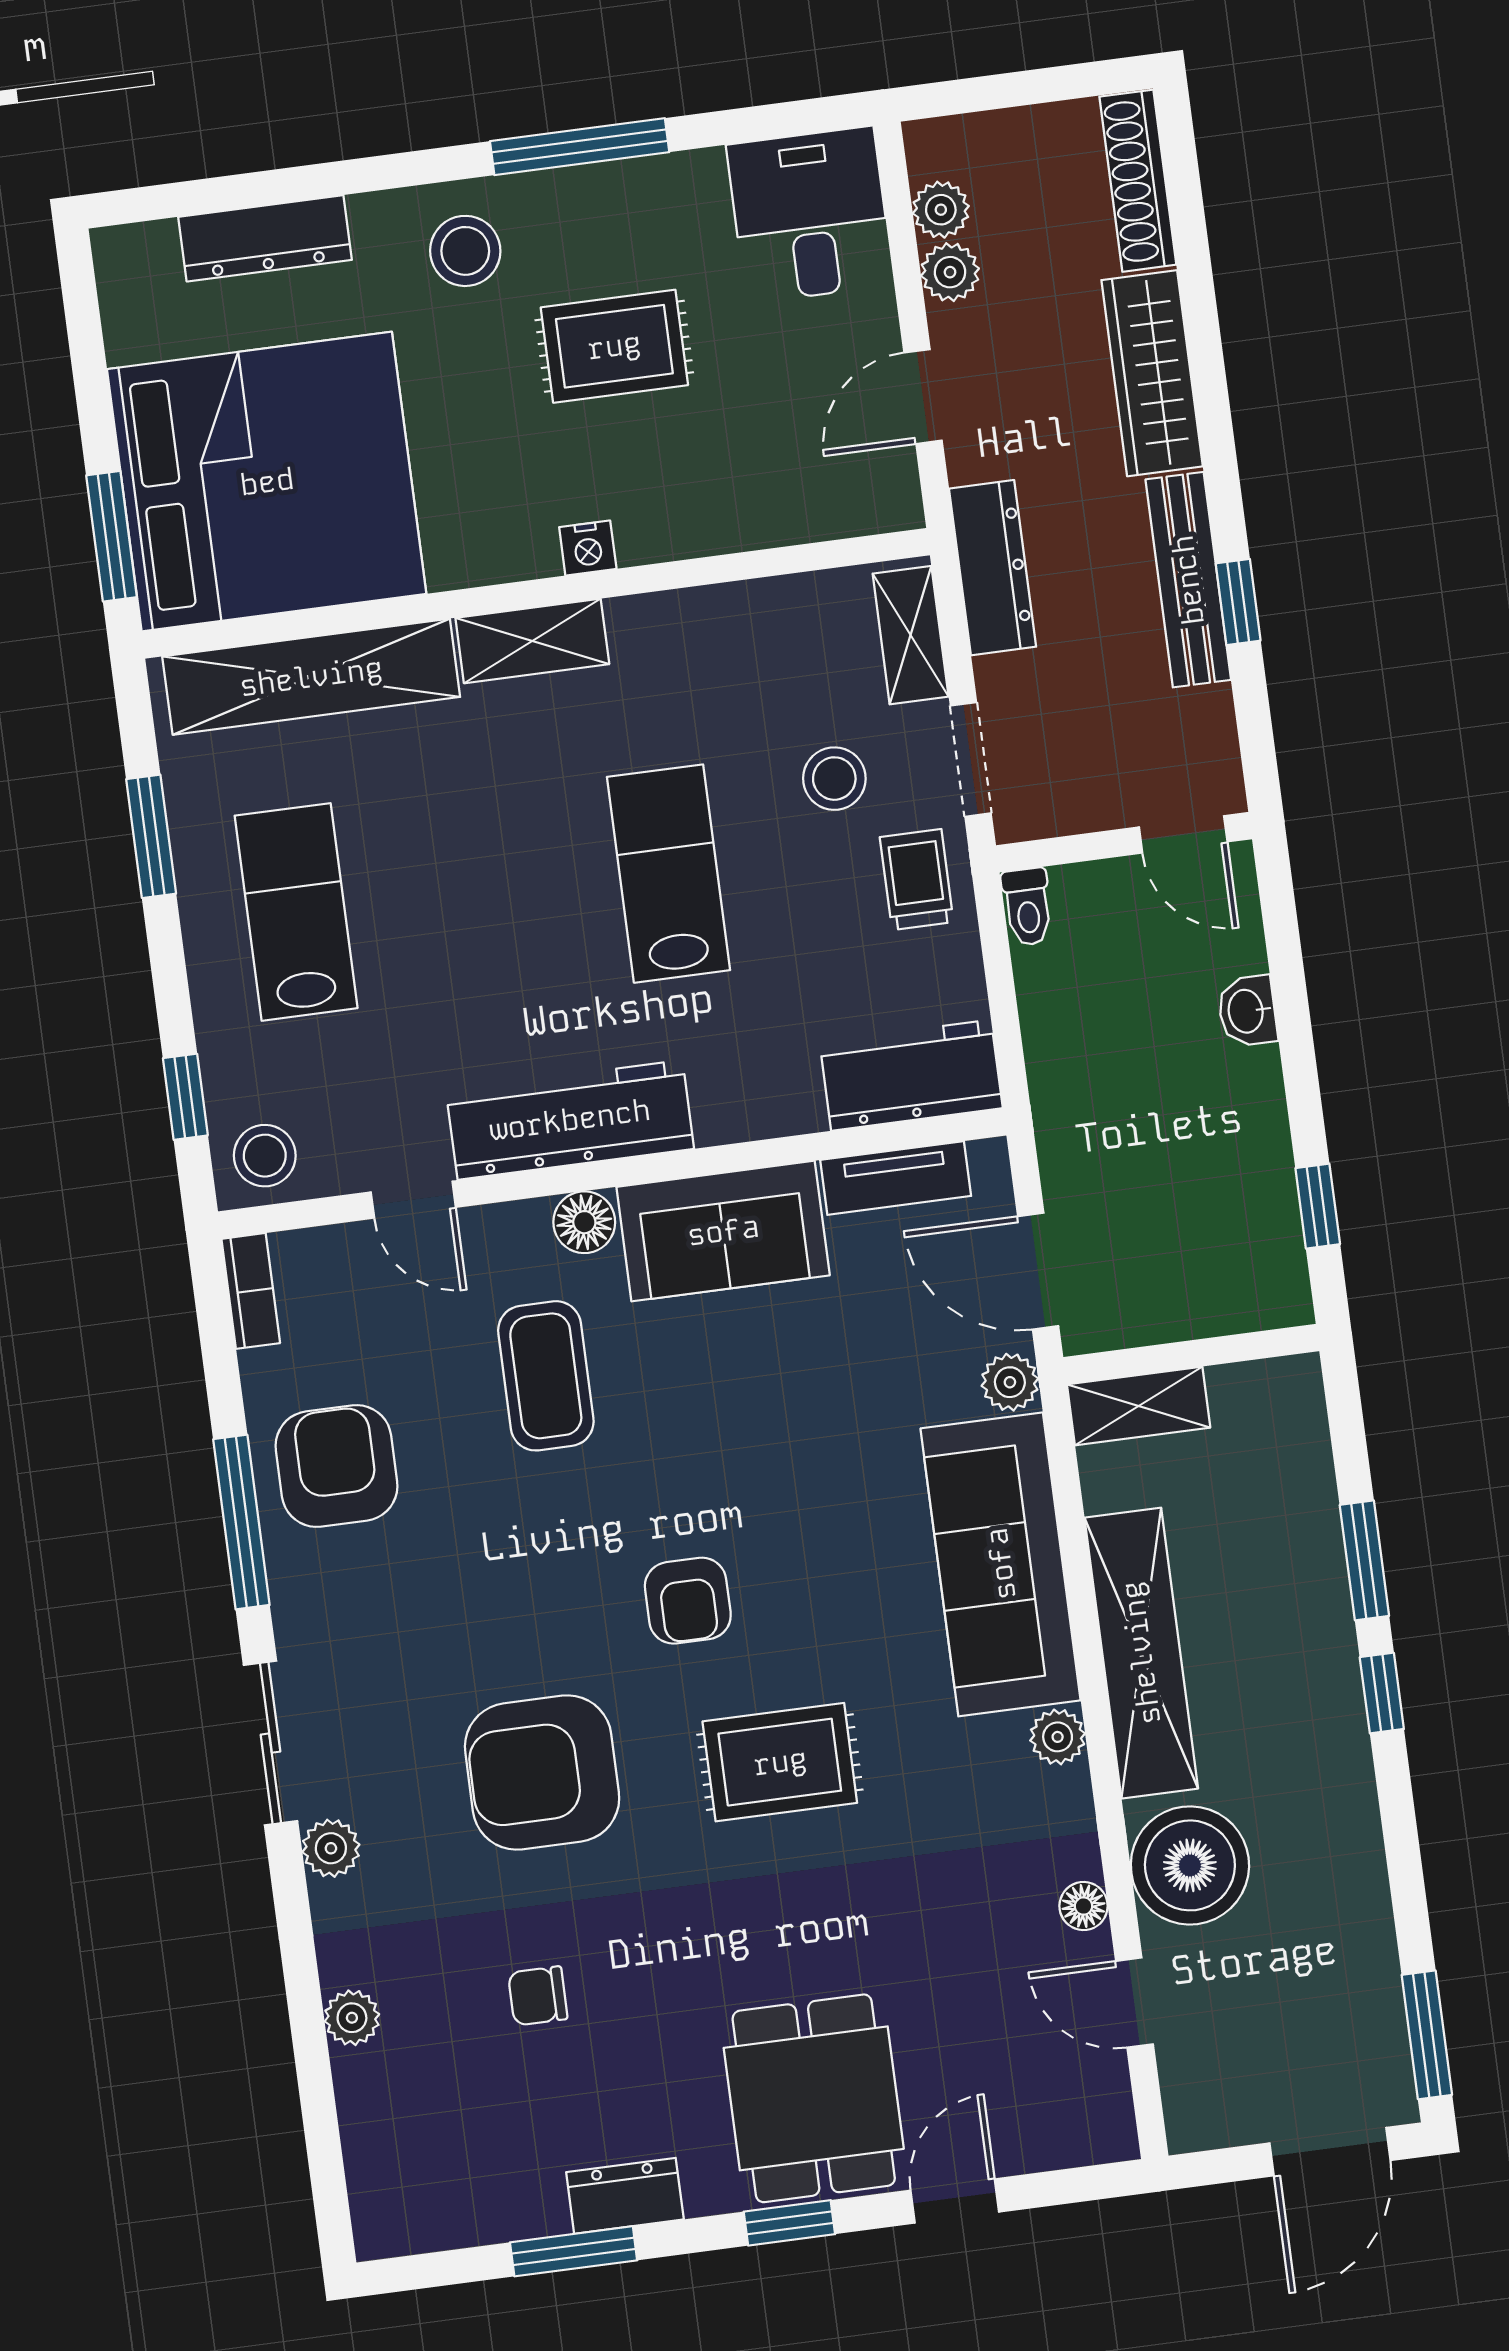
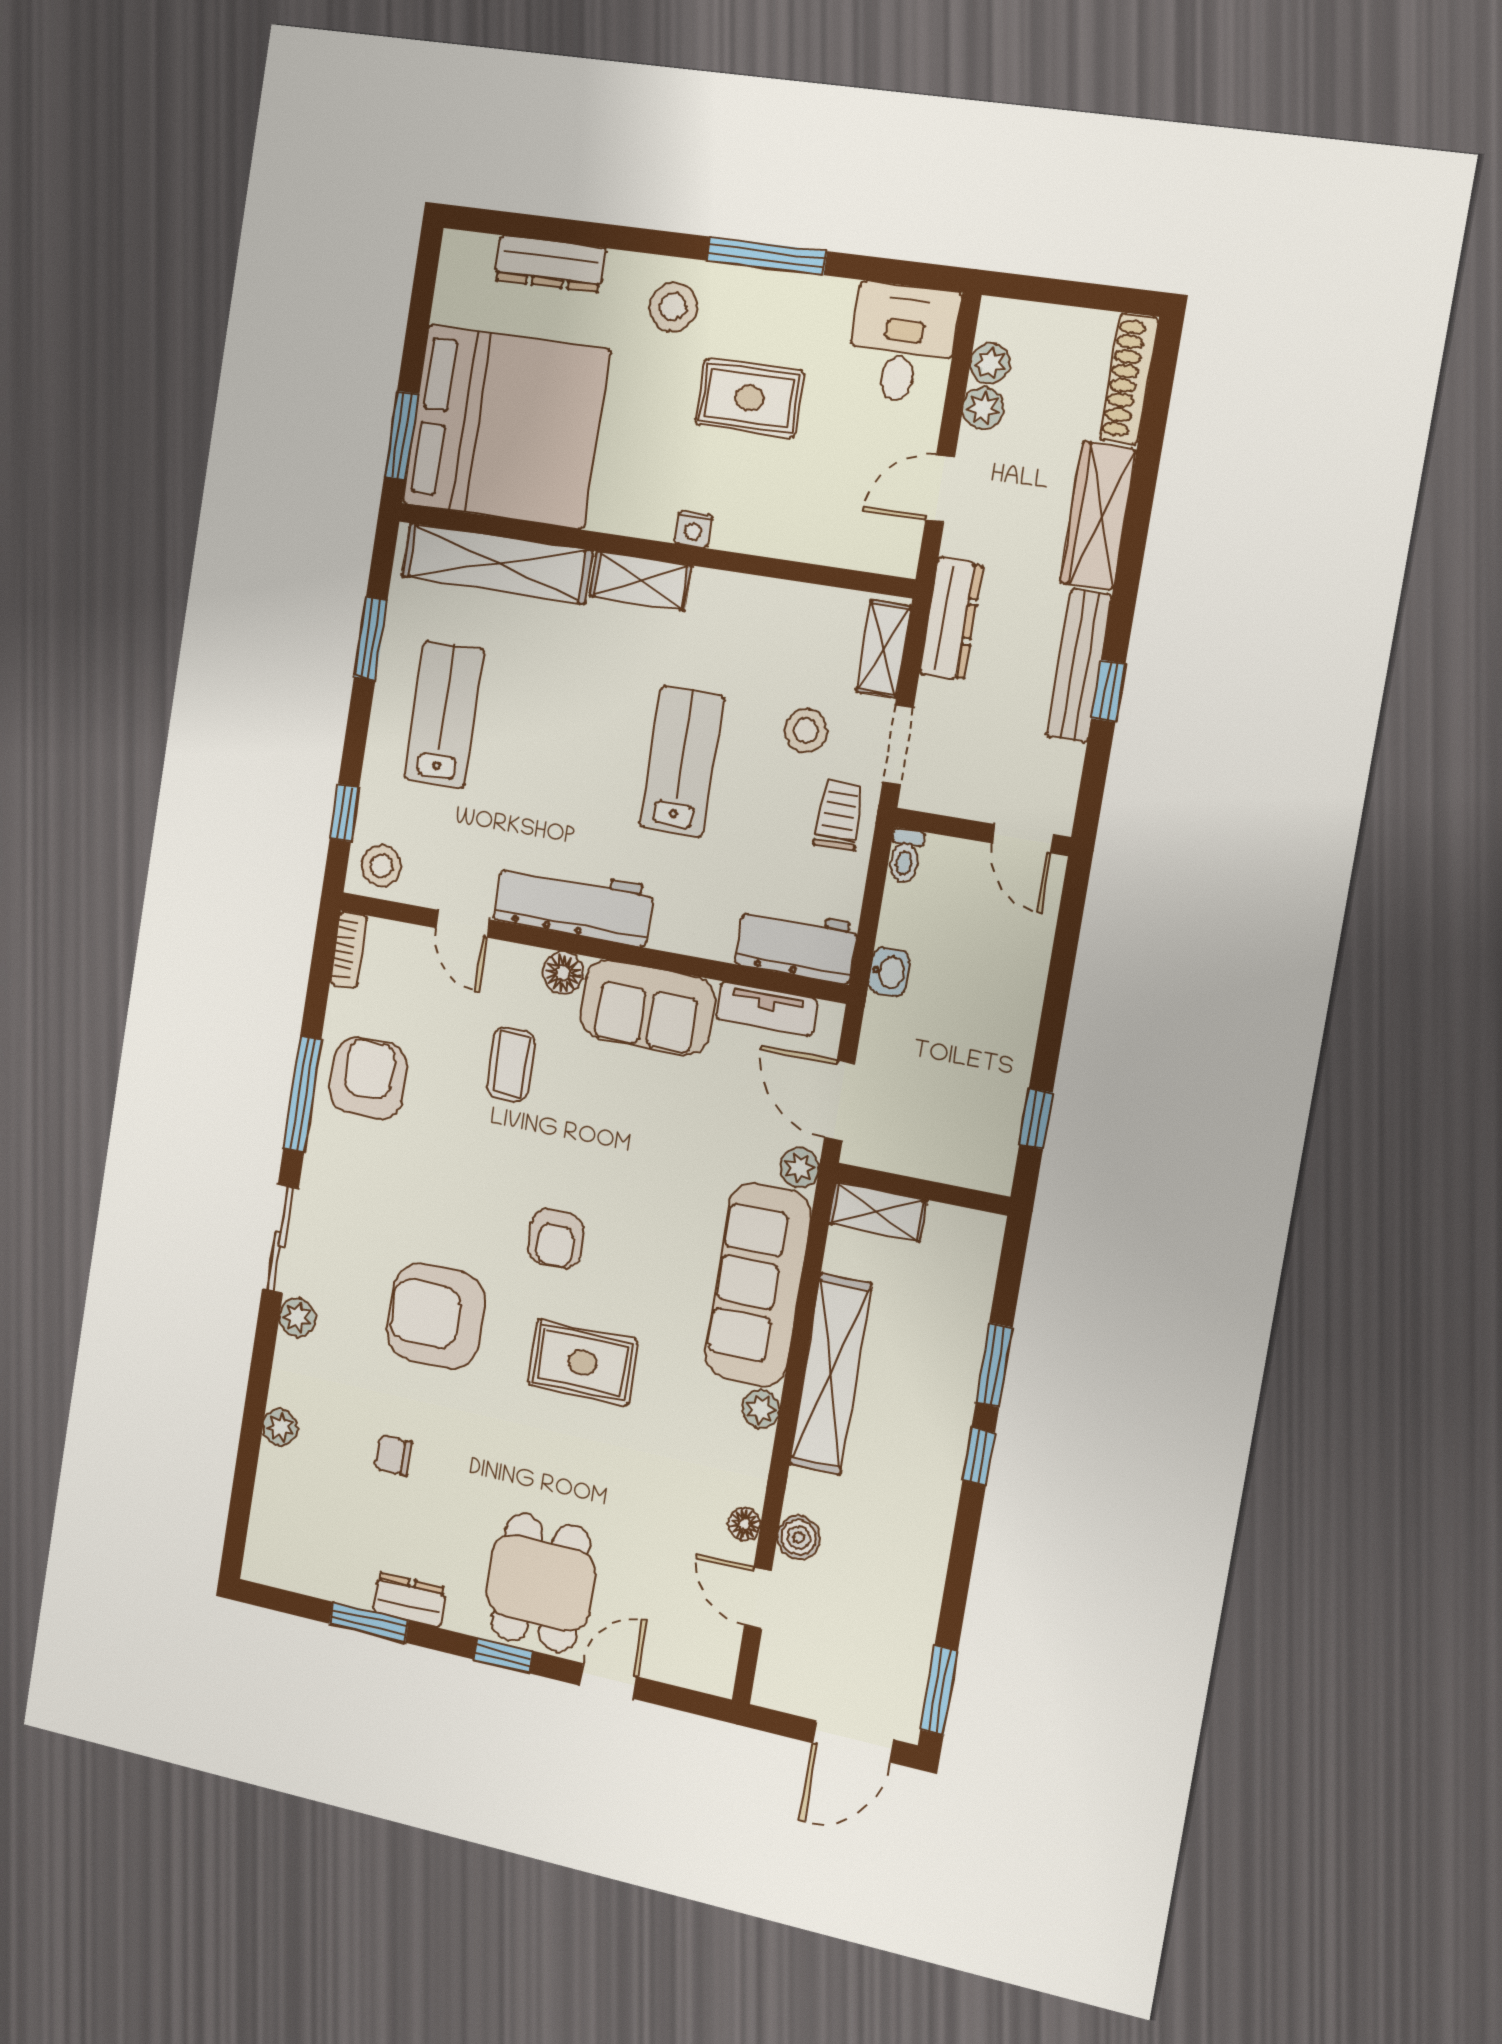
washbasin: (1247, 1011) -> (889, 972), moved, turned 180
coffee table: (546, 1376) -> (511, 1064), width x0.73, depth x0.77
boiler: (1190, 1865) -> (799, 1537), width x0.54, depth x0.54

